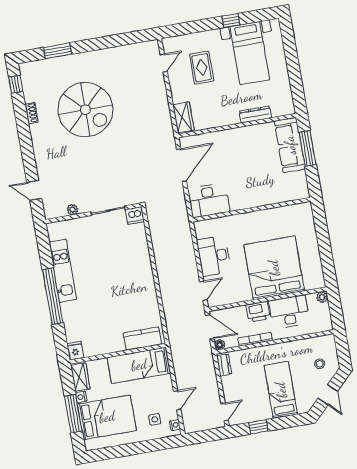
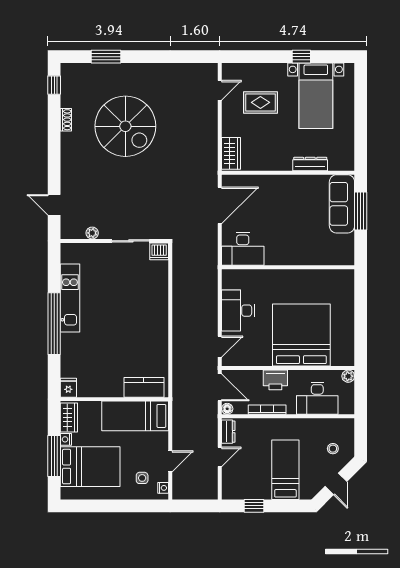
rug: (202, 68) -> (260, 102), turned 90
desk: (289, 312) -> (317, 398), moved, turned 180
door: (225, 412) -> (220, 457), moved

